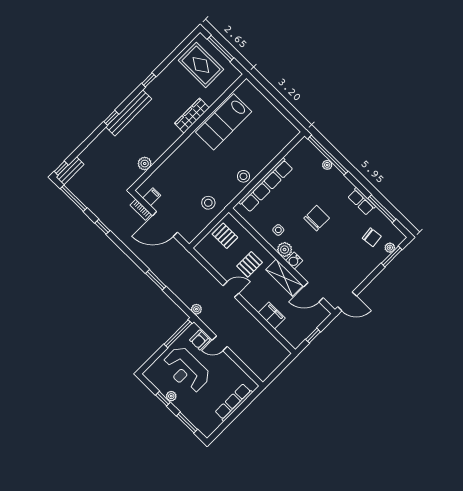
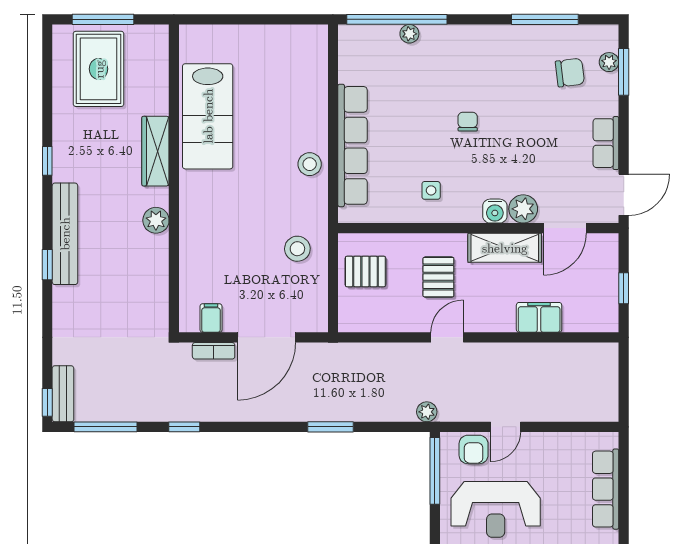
rug: (201, 65) -> (99, 69), turned 90
plant: (145, 164) -> (156, 220), moved
row of seats: (362, 201) -> (606, 143), moved, turned 90
chair: (317, 218) -> (468, 122), width x0.54, depth x0.54
plant: (285, 250) -> (523, 209), moved

